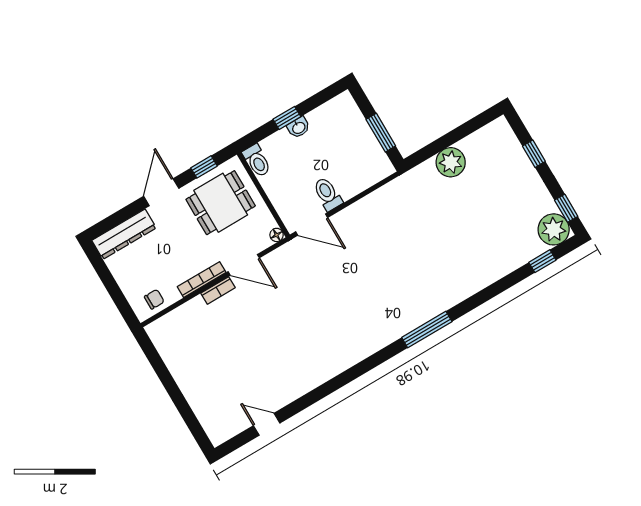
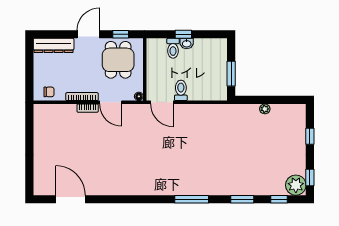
toilet: (257, 161) -> (173, 48), moved
plant: (451, 162) -> (265, 109), width x0.53, depth x0.53
dining table: (221, 203) -> (118, 60), turned 90
window: (494, 290) -> (242, 199), added
door: (267, 424) -> (70, 199), width x1.87

